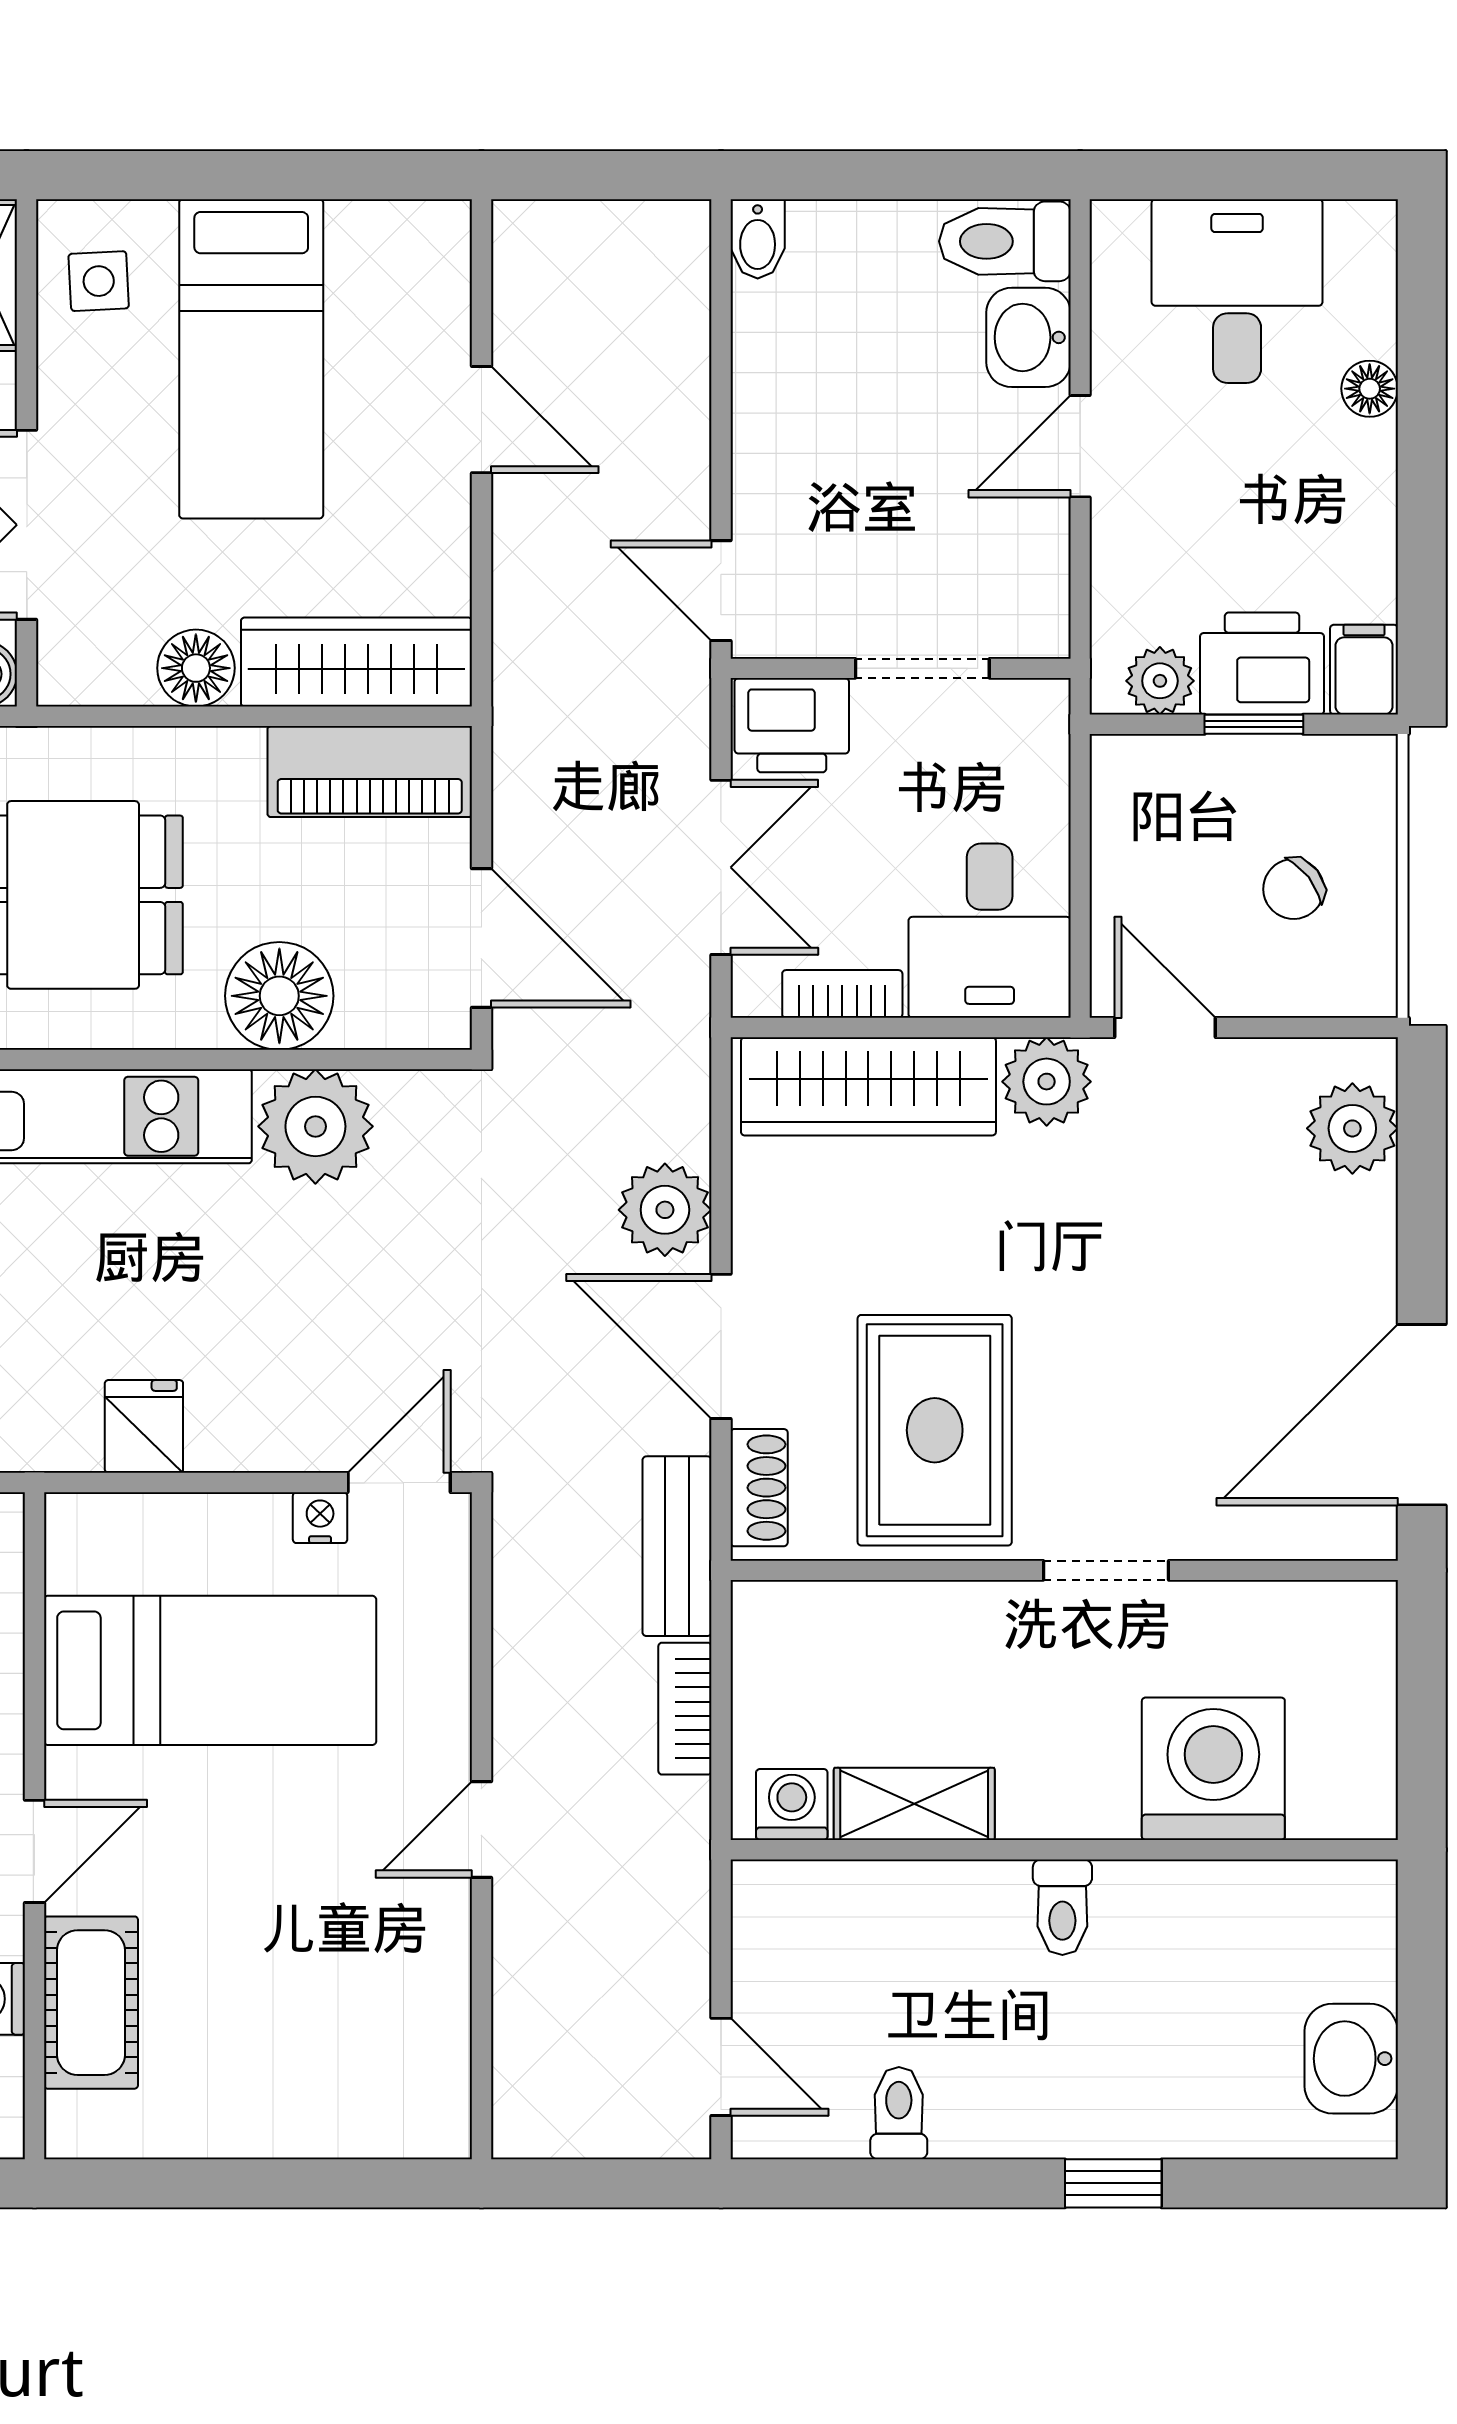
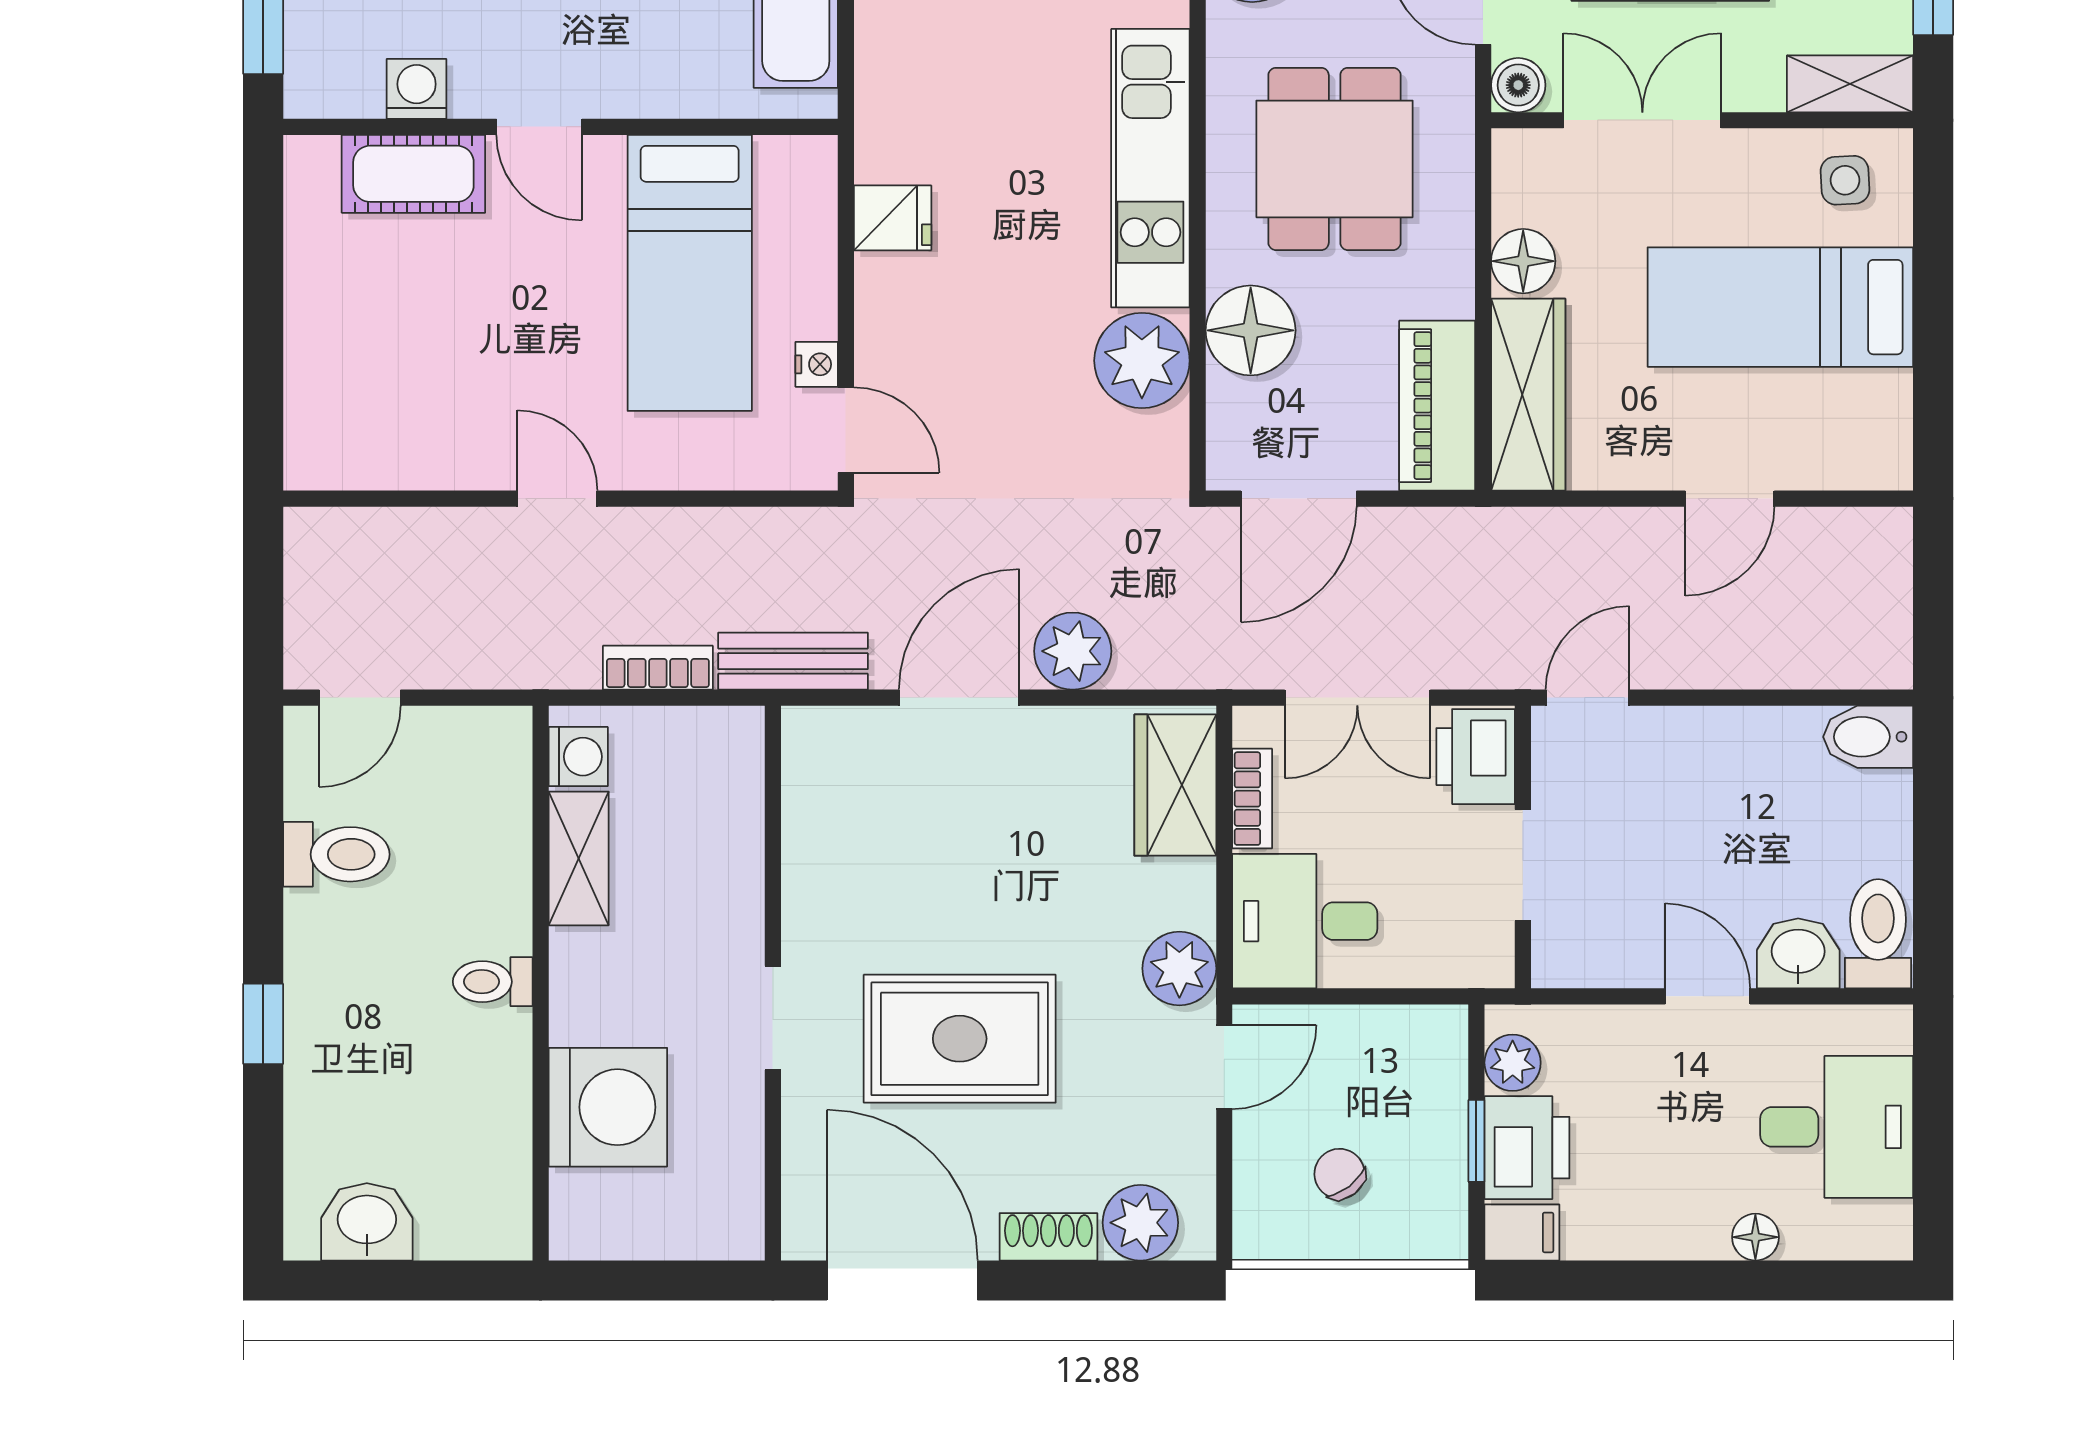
bidet: (758, 239) -> (1868, 737), width x1.38, depth x1.36
wardrobe: (868, 1086) -> (1175, 785), width x0.67
rug: (935, 1430) -> (960, 1039), moved
shoe rack: (759, 1488) -> (1048, 1237), moved, turned 180
toilet: (899, 2113) -> (336, 854), width x1.37, depth x1.39

